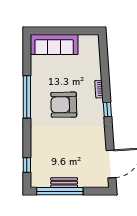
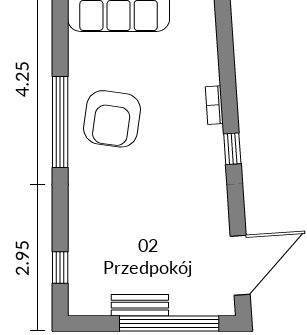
armchair: (64, 105) -> (112, 119), moved, turned -81
window: (60, 191) -> (169, 323), moved

